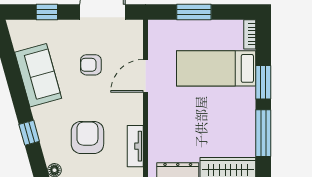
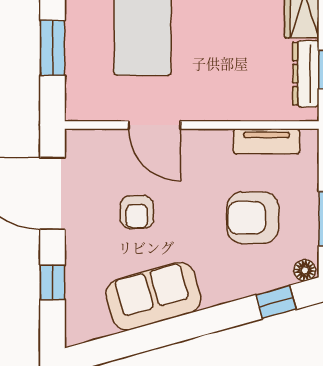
window: (29, 133) -> (276, 302), moved

